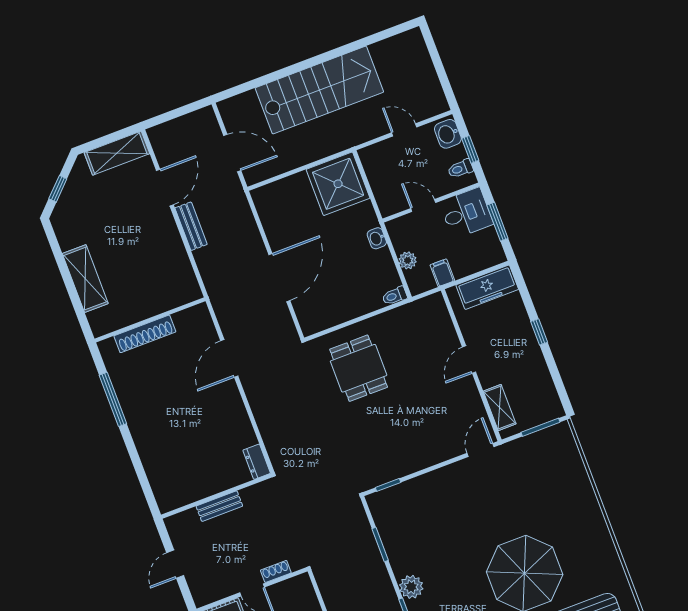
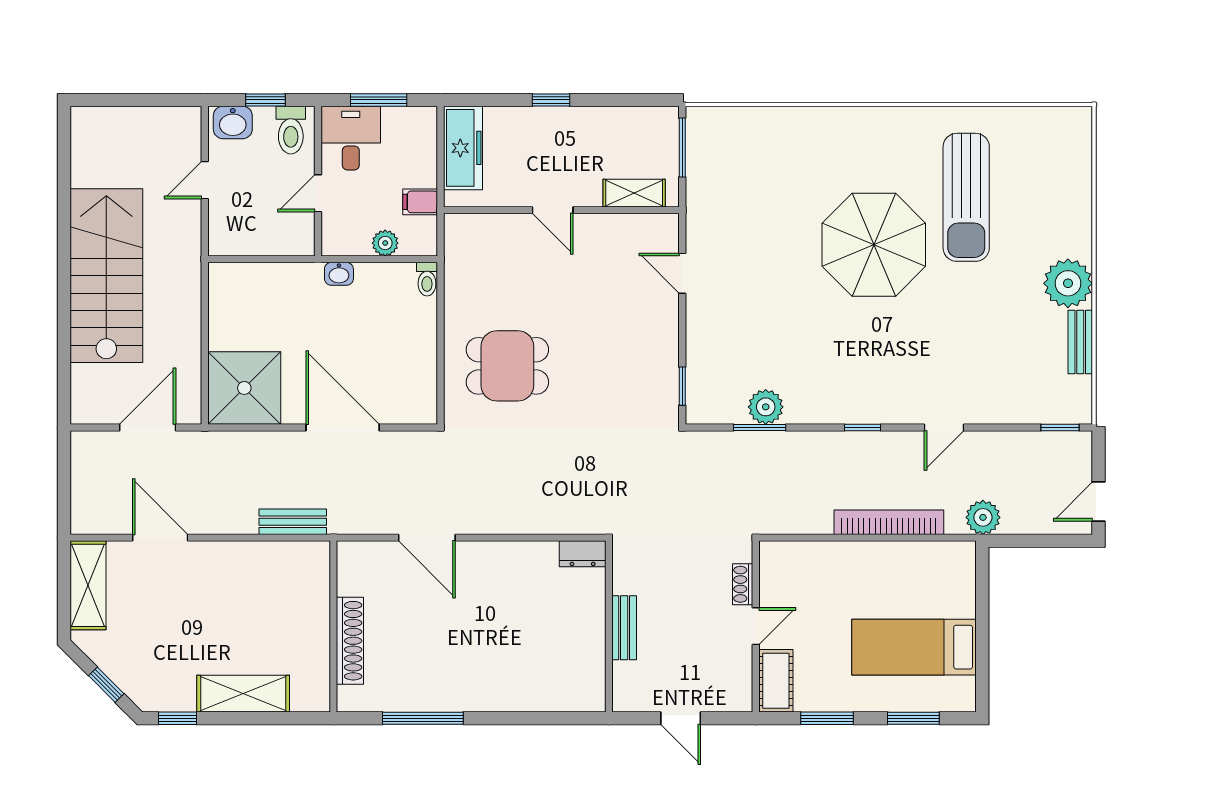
toilet: (460, 169) -> (291, 130), width x1.37, depth x1.39
shower: (338, 184) -> (244, 388), moved
bench: (191, 226) -> (293, 522), moved
window: (54, 242) -> (178, 718), added
door: (480, 450) -> (682, 273), moved
plant: (411, 587) -> (766, 407), moved

